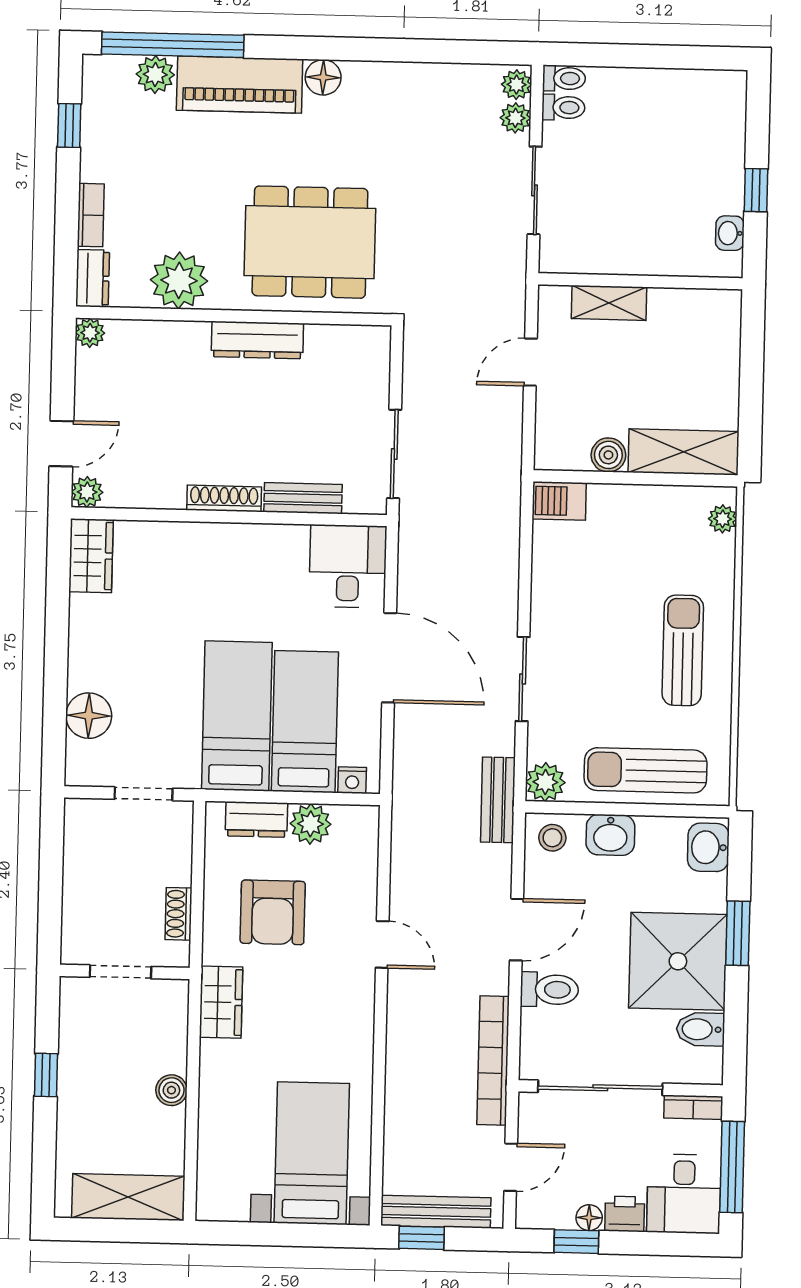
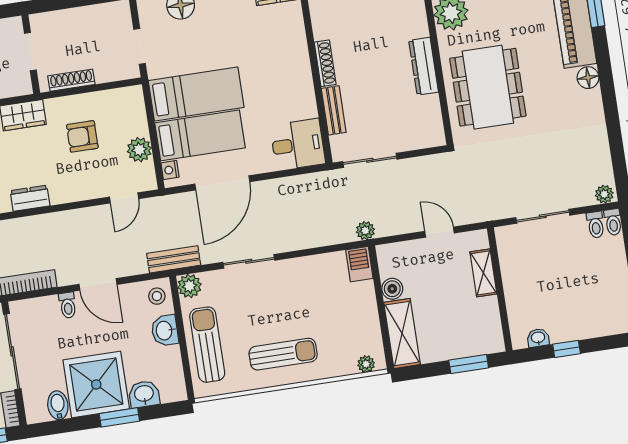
plant: (515, 118) -> (365, 231), moved
window: (752, 353) -> (469, 364), added
door: (389, 658) -> (222, 183), moved
dresser: (256, 819) -> (30, 198), moved, turned 90
washbasin: (708, 847) -> (144, 394), moved
armchair: (273, 912) -> (82, 136), width x0.72, depth x0.72
shoe rack: (179, 914) -> (71, 80), width x1.43
door: (382, 944) -> (124, 198), moved
toilet: (549, 990) -> (68, 305), width x0.73, depth x0.72

